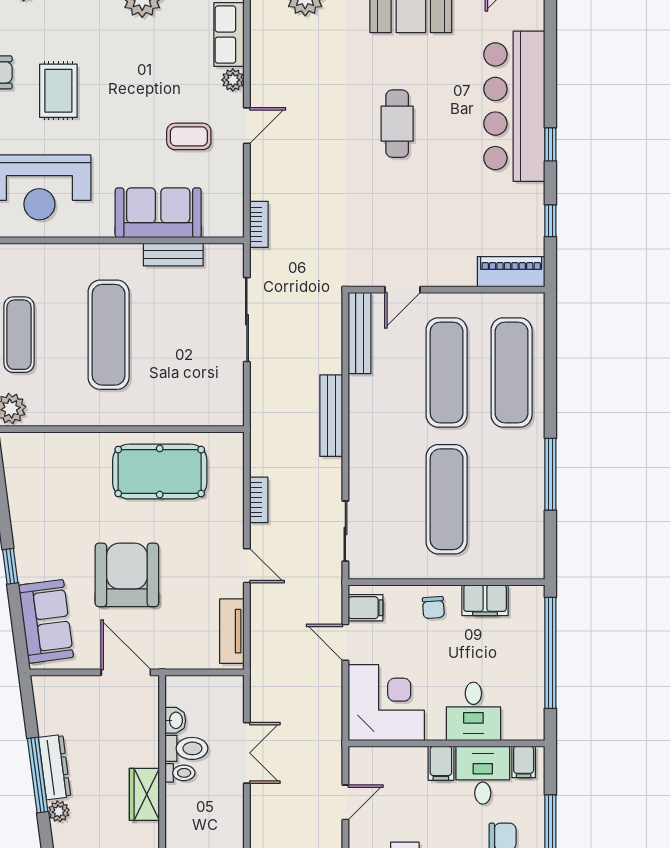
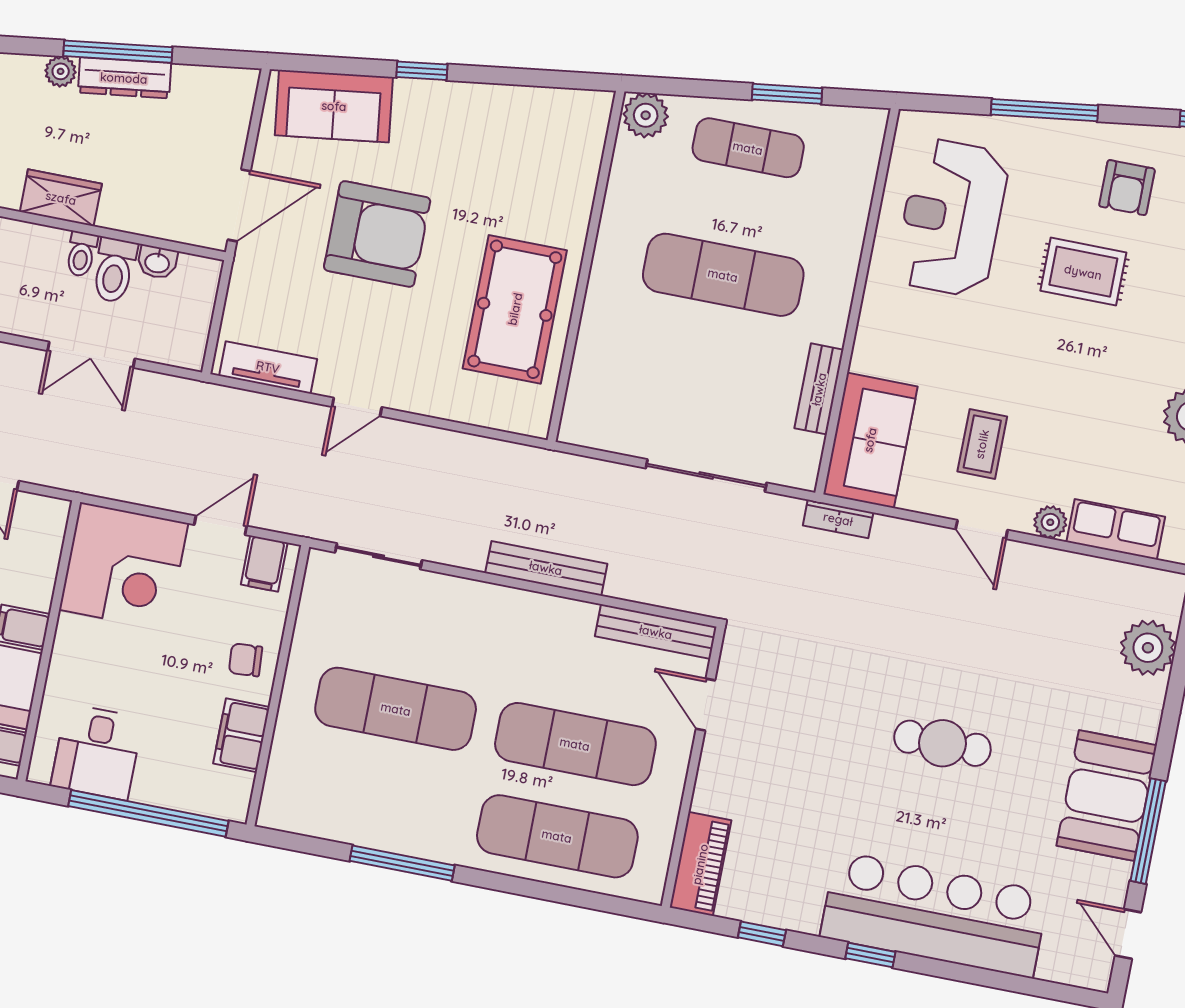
sofa: (158, 213) -> (870, 440), moved
bookcase: (259, 500) -> (447, 442), removed
desk: (473, 711) -> (97, 752), moved, turned -90

